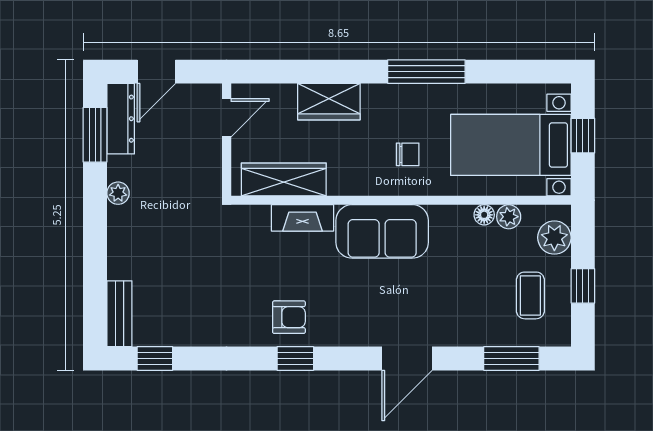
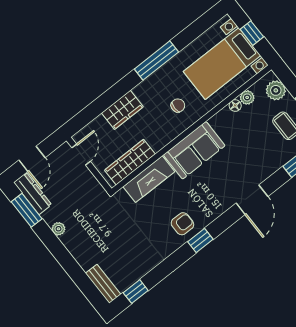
fireplace: (303, 218) -> (149, 179), width x1.37, depth x1.32

